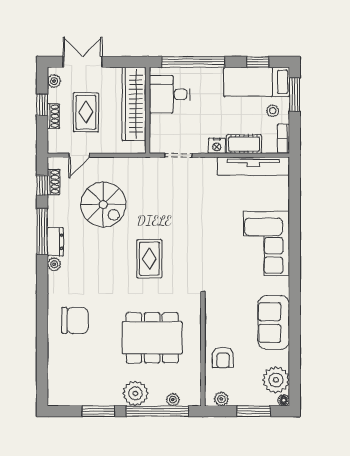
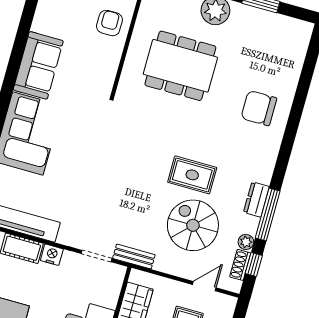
bench: (146, 164) -> (134, 257), added
rug: (149, 259) -> (192, 175), moved, turned 90
plant: (54, 264) -> (246, 242), moved
sofa: (274, 323) -> (38, 65), moved

